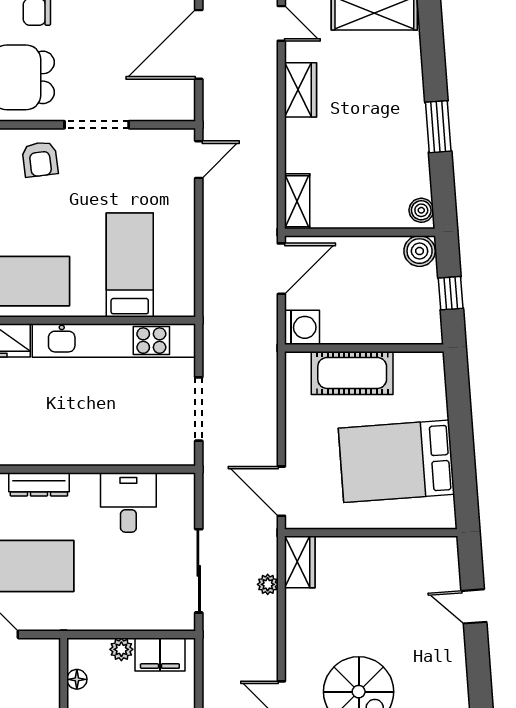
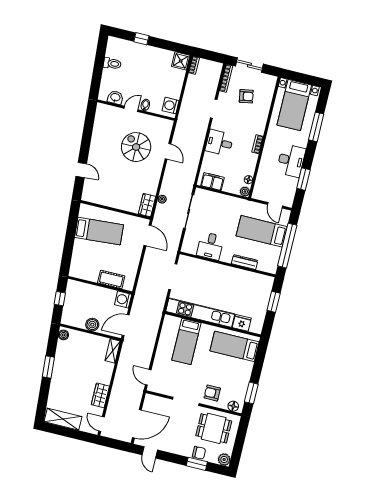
armchair: (40, 159) -> (212, 393), turned -83
door: (199, 160) -> (148, 377), hinge flipped
boiler: (420, 251) -> (92, 325), moved
cot: (352, 373) -> (111, 279), width x0.73, depth x0.75
bed: (396, 461) -> (99, 231), width x0.67
plant: (121, 649) -> (245, 192), moved

